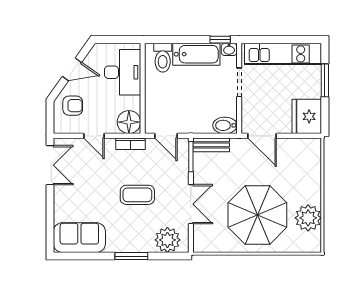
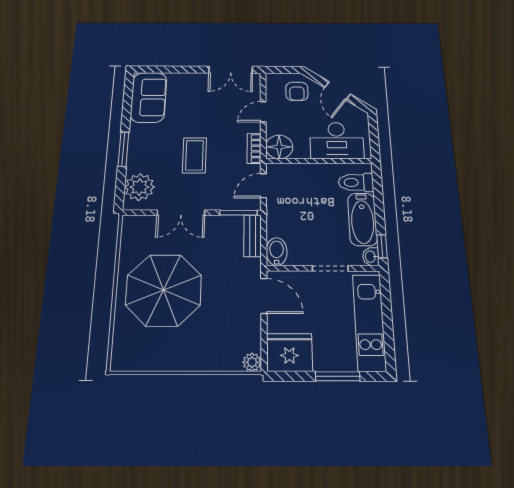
door: (262, 136) -> (264, 296), swing flipped
plant: (308, 218) -> (252, 362), moved, width x0.53, depth x0.53

